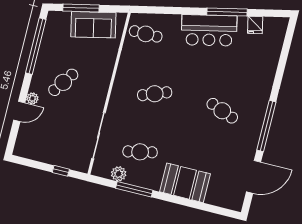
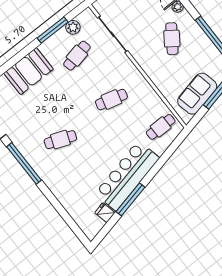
bar counter: (209, 30) -> (127, 176), width x1.36
cafe table: (155, 94) -> (111, 99), turned 36

